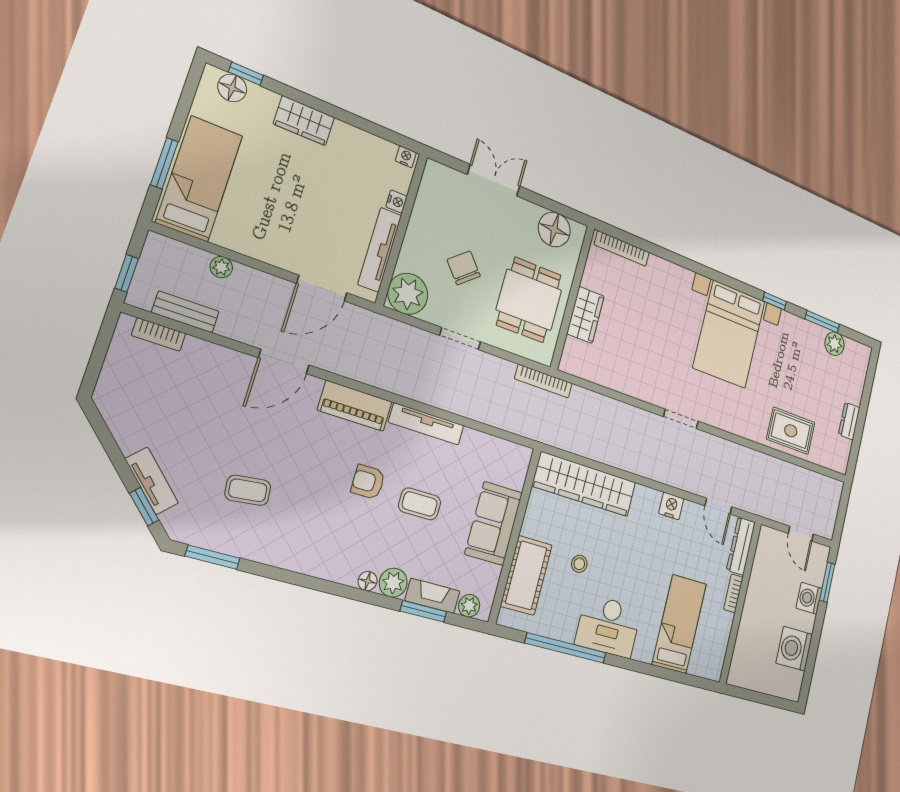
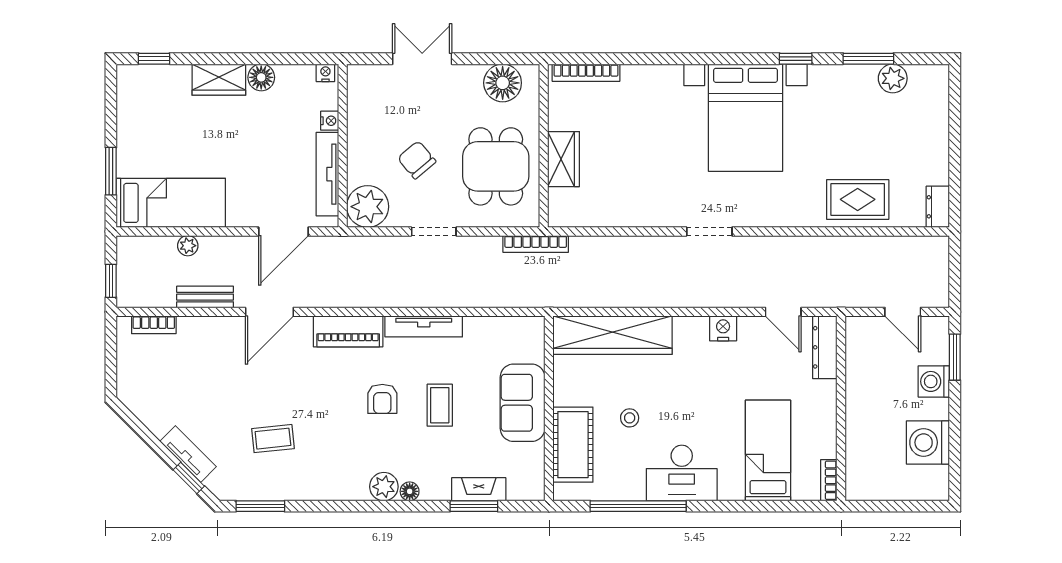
floor lamp: (232, 88) -> (261, 77), moved
bed: (199, 179) -> (171, 203), moved, turned 90
bench: (185, 312) -> (205, 297), moved
dresser: (849, 421) -> (938, 207), moved
armchair: (368, 482) -> (382, 399), turned -90
coffee table: (420, 504) -> (440, 405), turned 90
plant: (393, 583) -> (384, 487), moved
bookcase: (733, 593) -> (829, 480), moved
plant: (469, 606) -> (520, 489), removed

